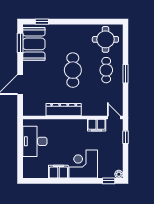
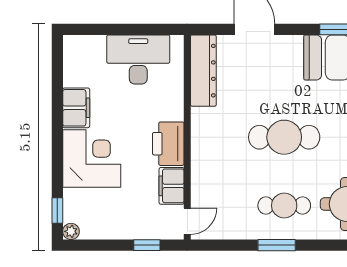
dresser: (64, 110) -> (203, 71), moved
printer: (76, 127) -> (168, 144), added

